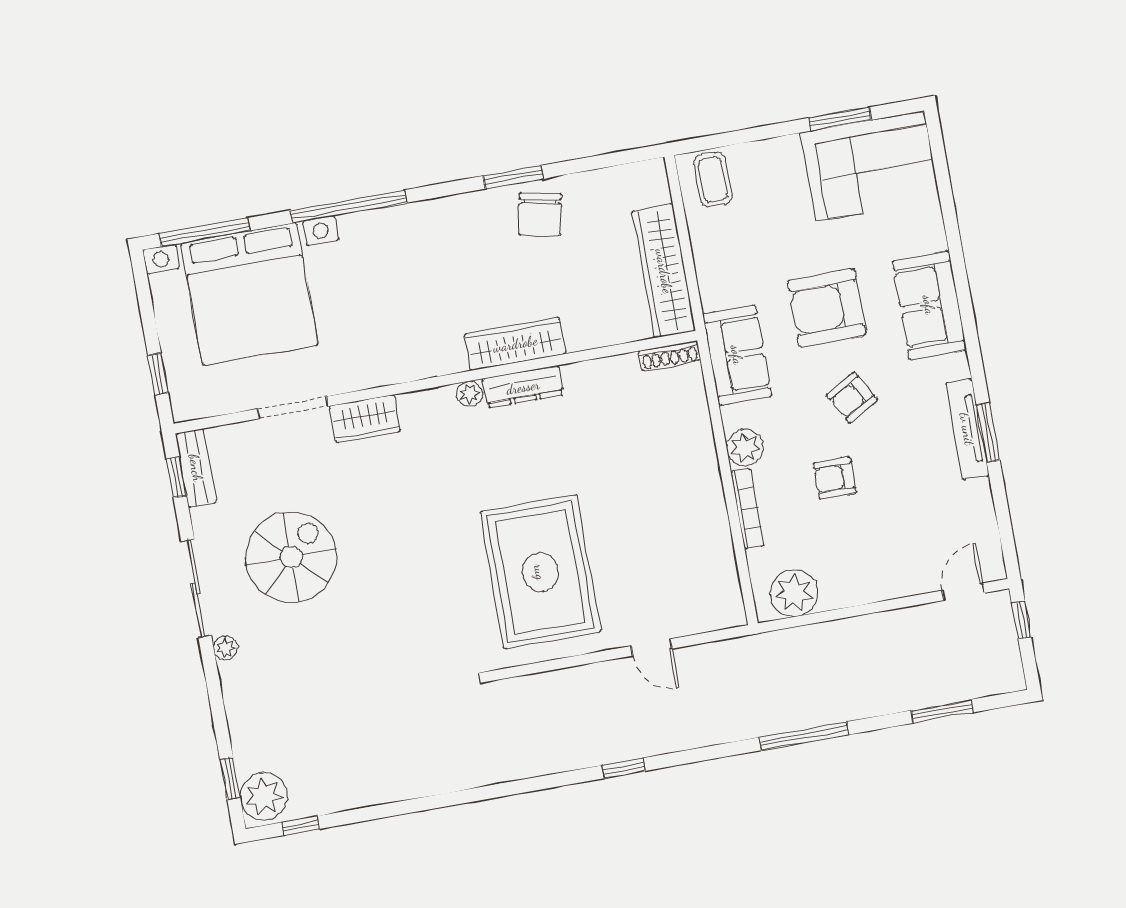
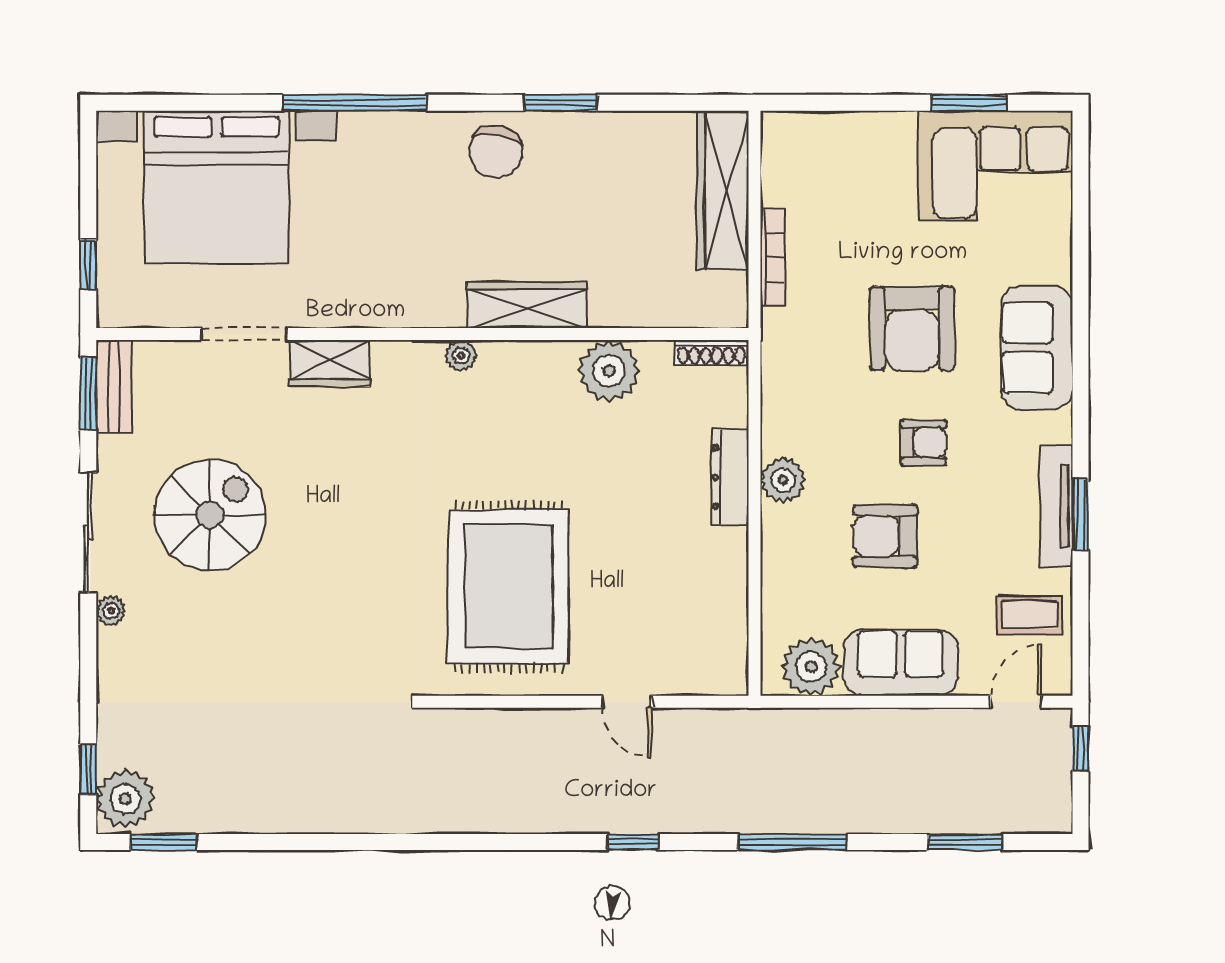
coffee table: (713, 180) -> (1030, 615), moved, turned 90
chair: (540, 214) -> (496, 152), moved
window: (204, 232) -> (175, 103), removed
wardrobe: (664, 271) -> (723, 190), moved
armchair: (827, 308) -> (912, 328), turned -90
sofa: (737, 355) -> (901, 663), moved, turned -90
plant: (590, 385) -> (609, 371), added
dresser: (523, 387) -> (730, 477), moved, turned 90
armchair: (852, 397) -> (924, 443), turned -150
window: (176, 477) -> (88, 394), width x1.50
armchair: (835, 478) -> (885, 536), width x1.38, depth x1.38
bookcase: (747, 508) -> (773, 258), moved
window: (624, 768) -> (633, 842), moved
window: (301, 826) -> (164, 842), width x1.50

